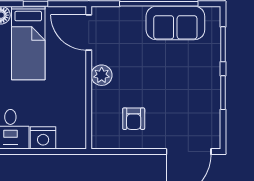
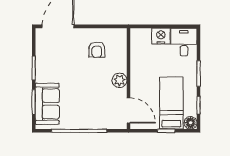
sofa: (175, 23) -> (47, 104), moved, turned 90
armchair: (134, 119) -> (97, 50), turned 180

